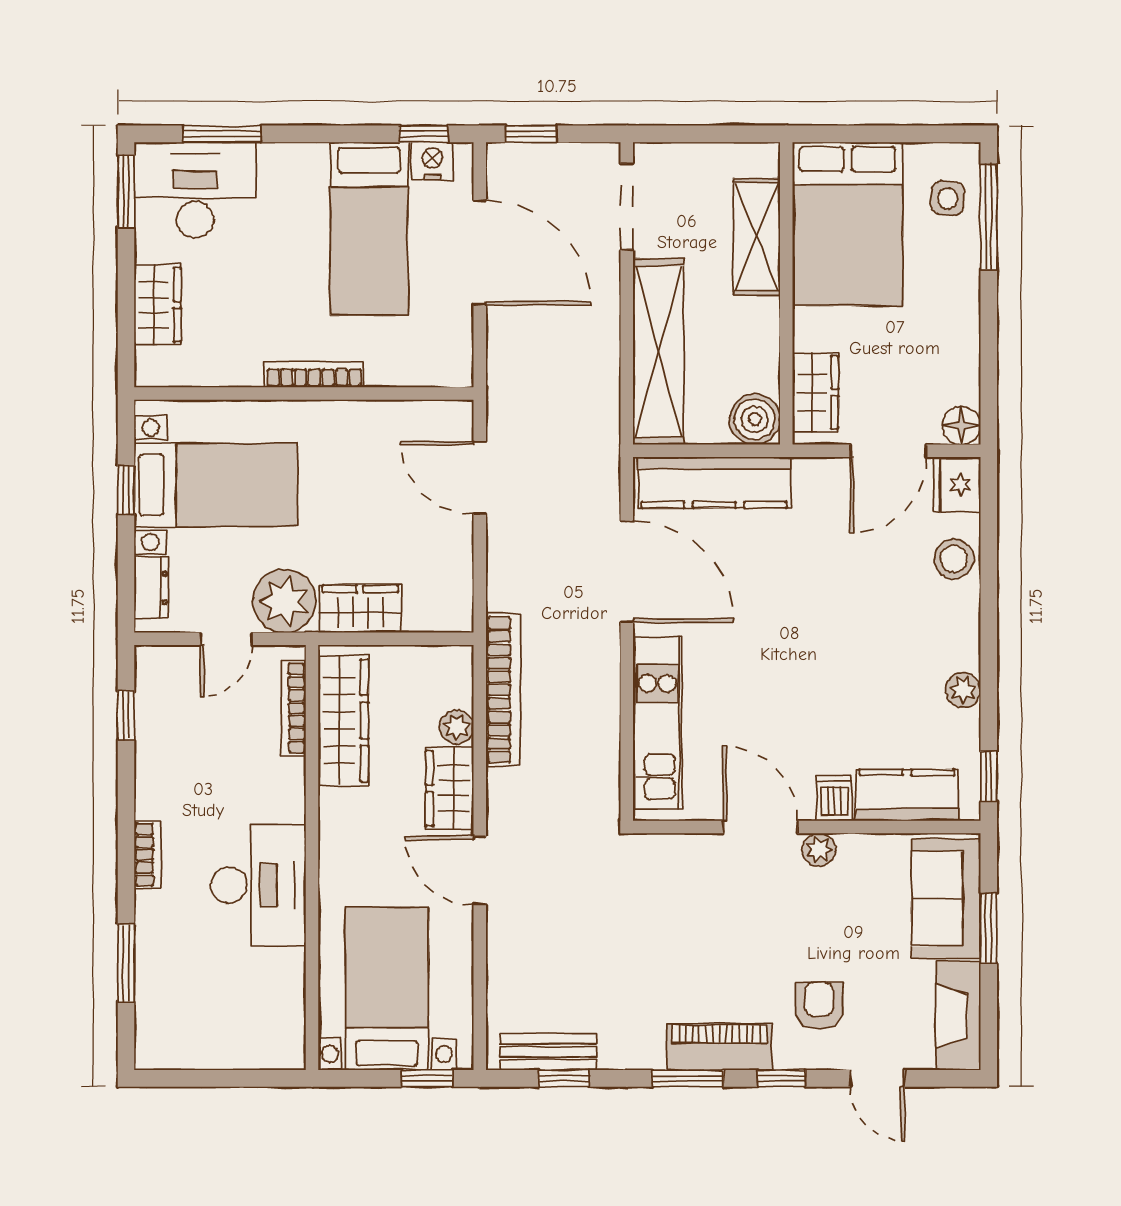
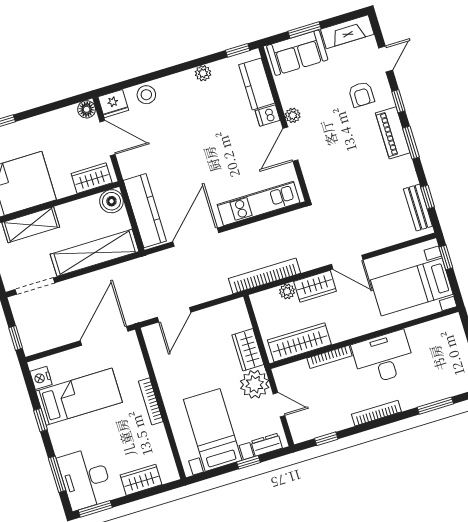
window: (424, 134) -> (41, 420), moved
door: (480, 253) -> (104, 336), moved
window: (126, 490) -> (249, 462), moved
bookcase: (294, 708) -> (329, 357), moved
bookcase: (148, 855) -> (376, 413), width x1.56
door: (480, 871) -> (347, 262), hinge flipped
armchair: (819, 1006) -> (361, 94), turned -90

